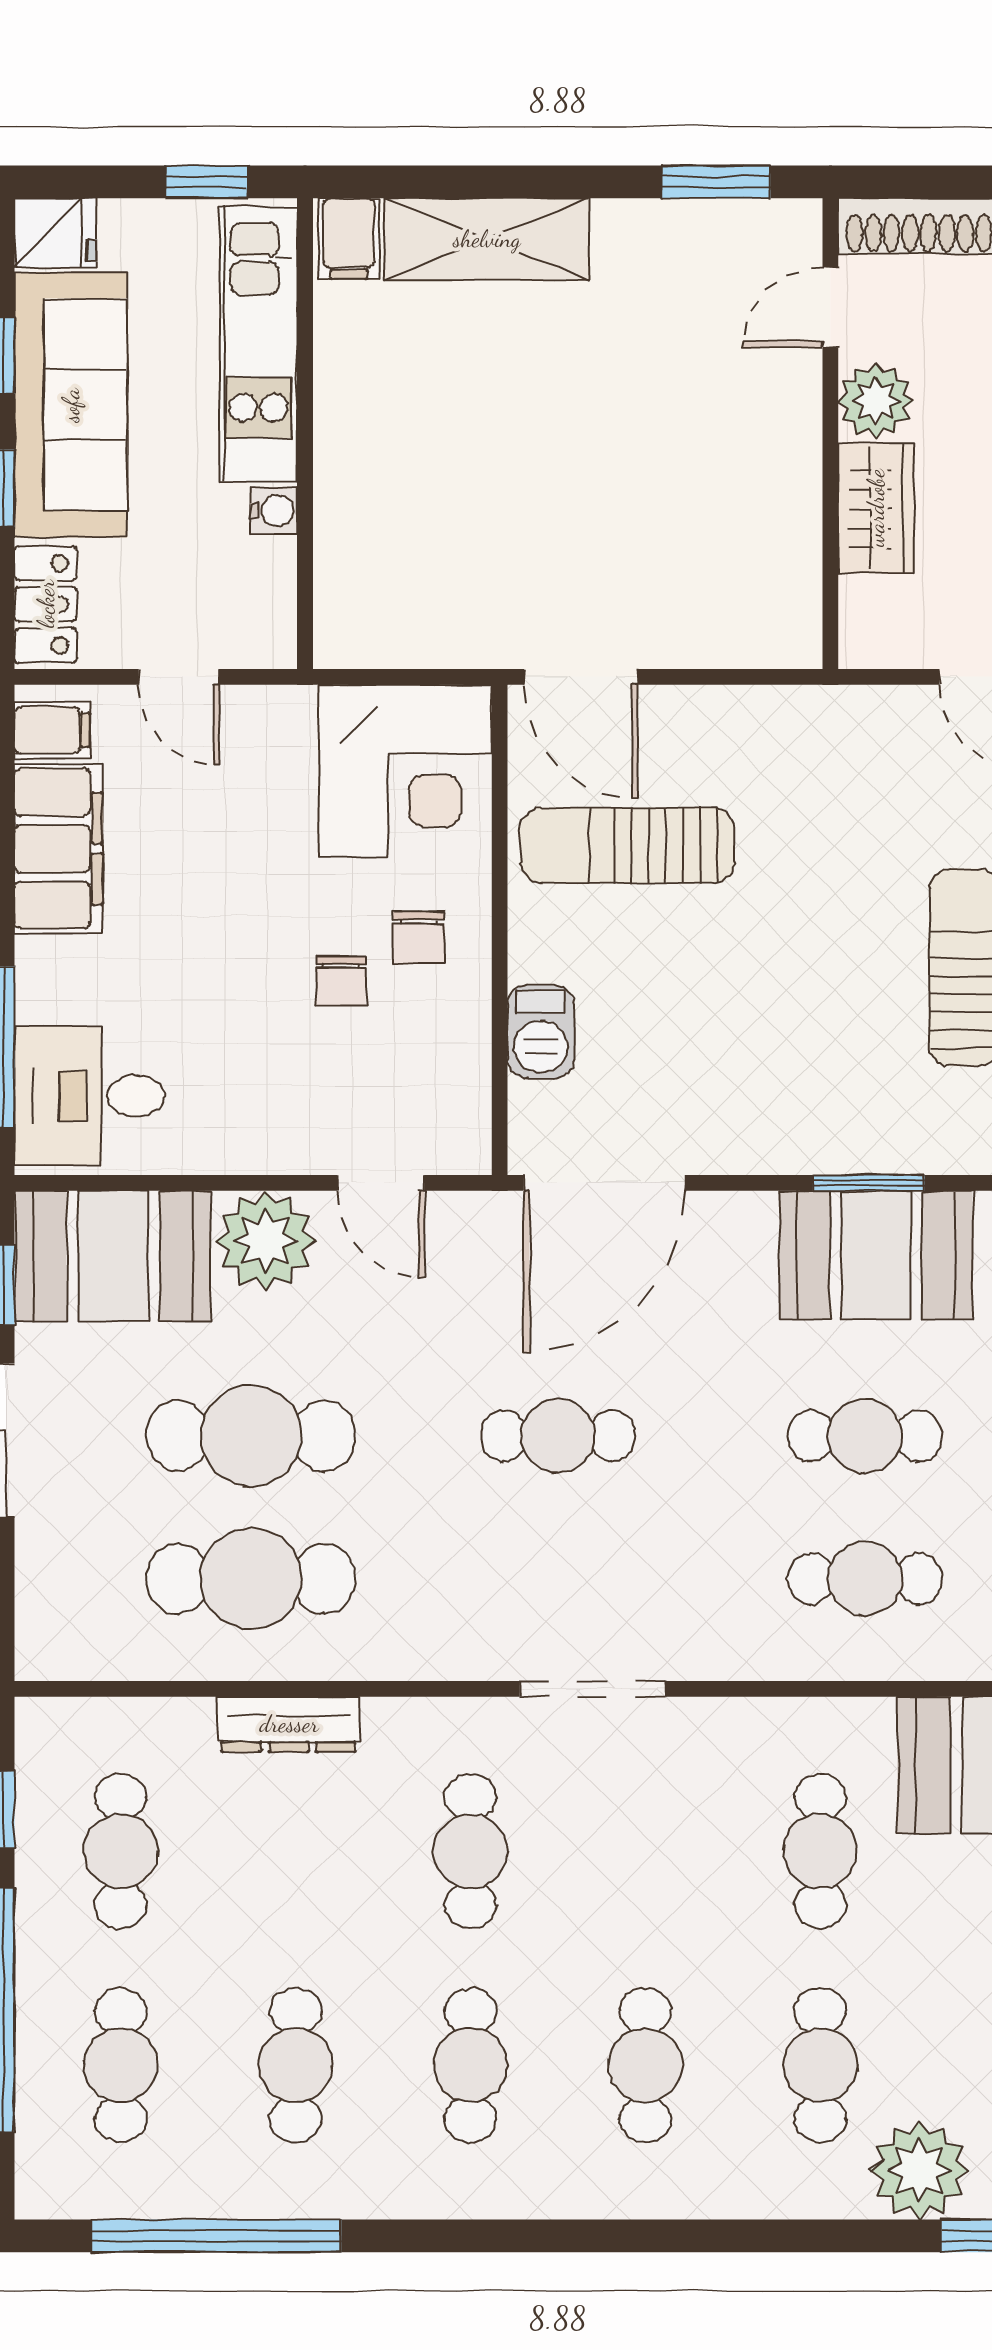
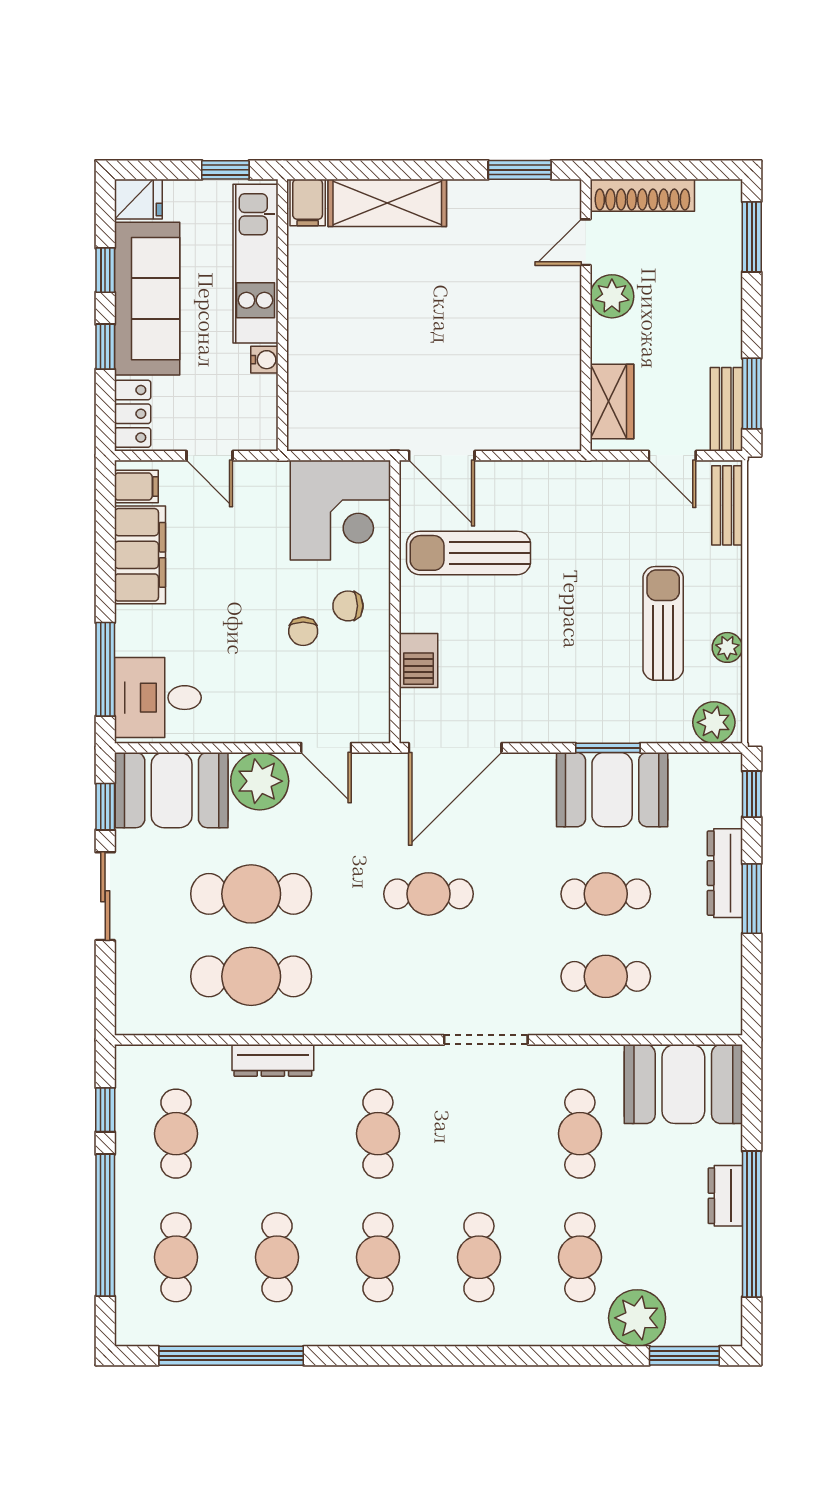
wardrobe: (876, 508) -> (612, 401), moved
chair: (419, 937) -> (348, 606), turned 90
doorway: (593, 1689) -> (486, 1040), moved

